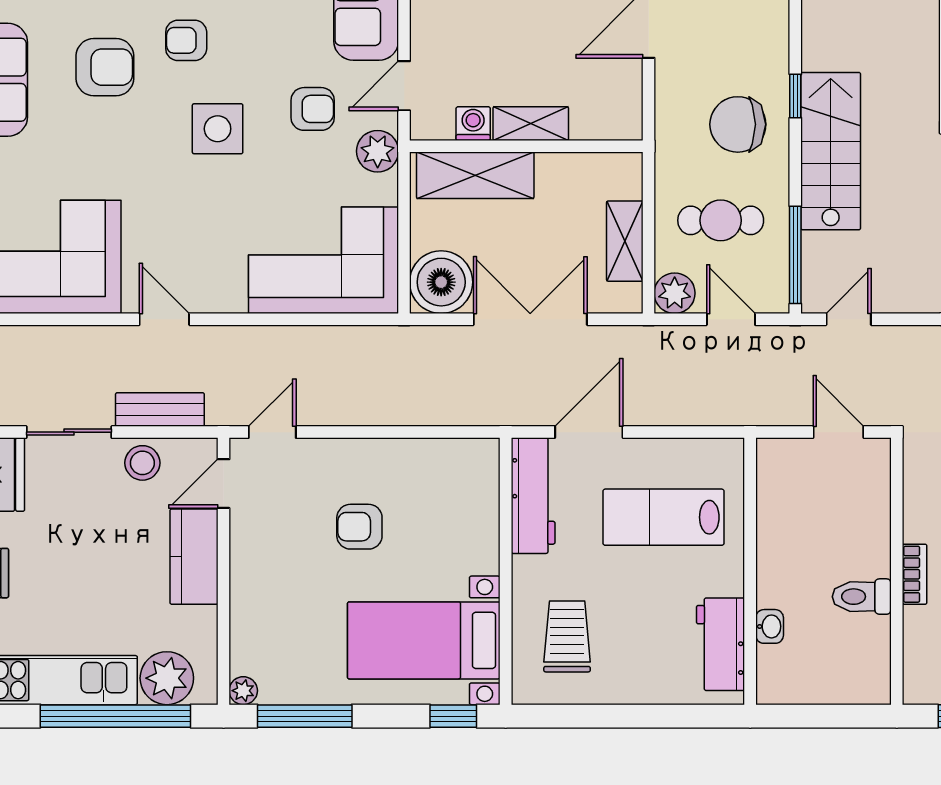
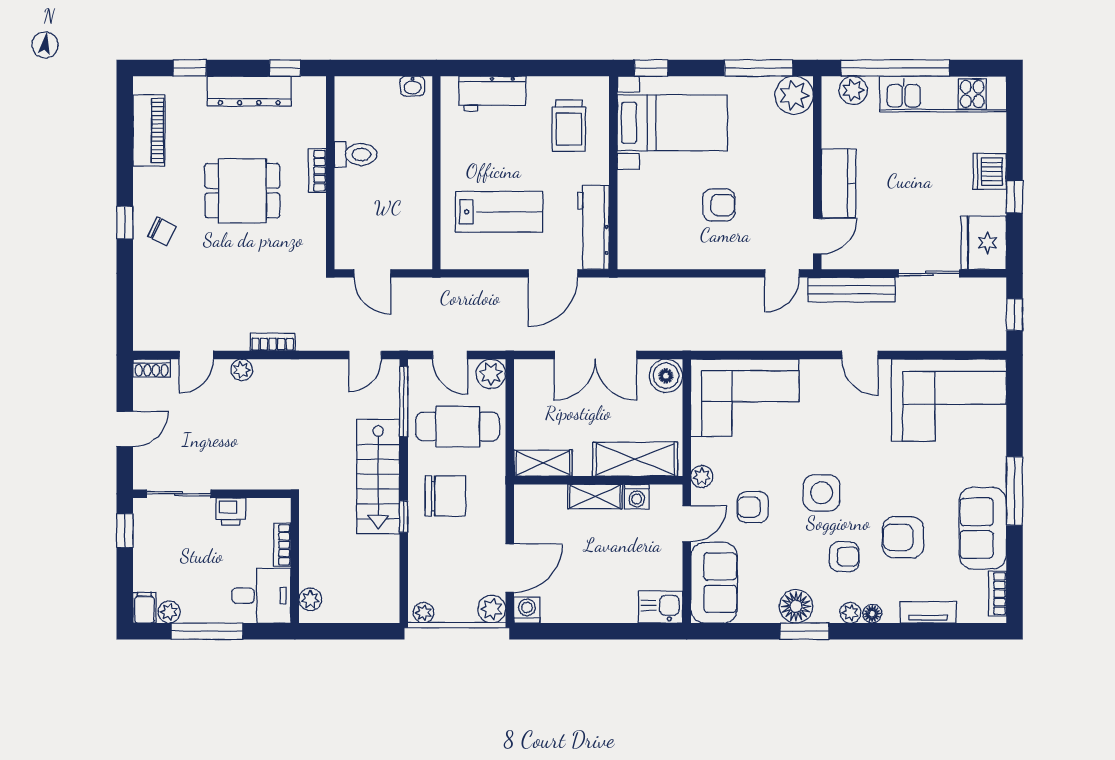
plant: (378, 151) -> (702, 477), width x0.73, depth x0.73
cafe table: (721, 220) -> (458, 427), width x1.37, depth x1.35
shelving: (625, 241) -> (543, 463), moved, turned 90
boiler: (441, 282) -> (666, 376), width x0.73, depth x0.73
bench: (160, 410) -> (852, 290), width x1.36
stool: (142, 463) -> (876, 251), removed
washbasin: (770, 626) -> (413, 86), moved, turned -90
workbench: (721, 644) -> (492, 93), moved, turned 90
plant: (167, 678) -> (853, 90), width x0.73, depth x0.73
plant: (243, 691) -> (794, 95), width x1.87, depth x1.87

